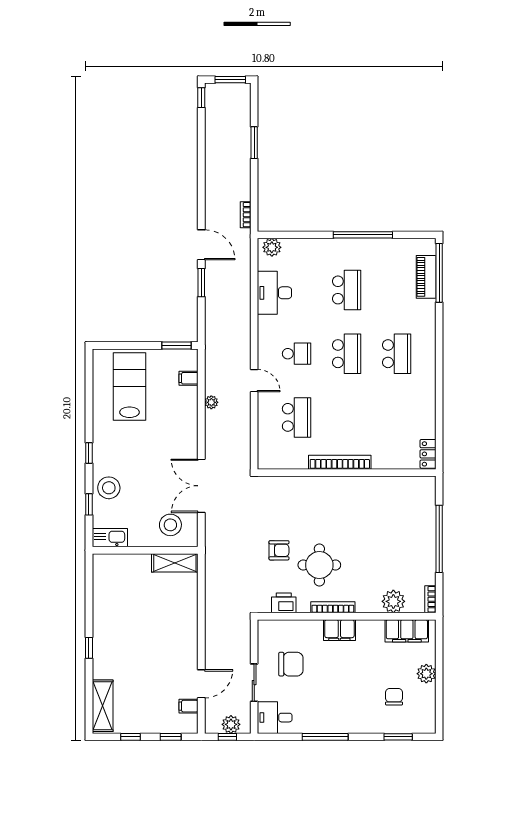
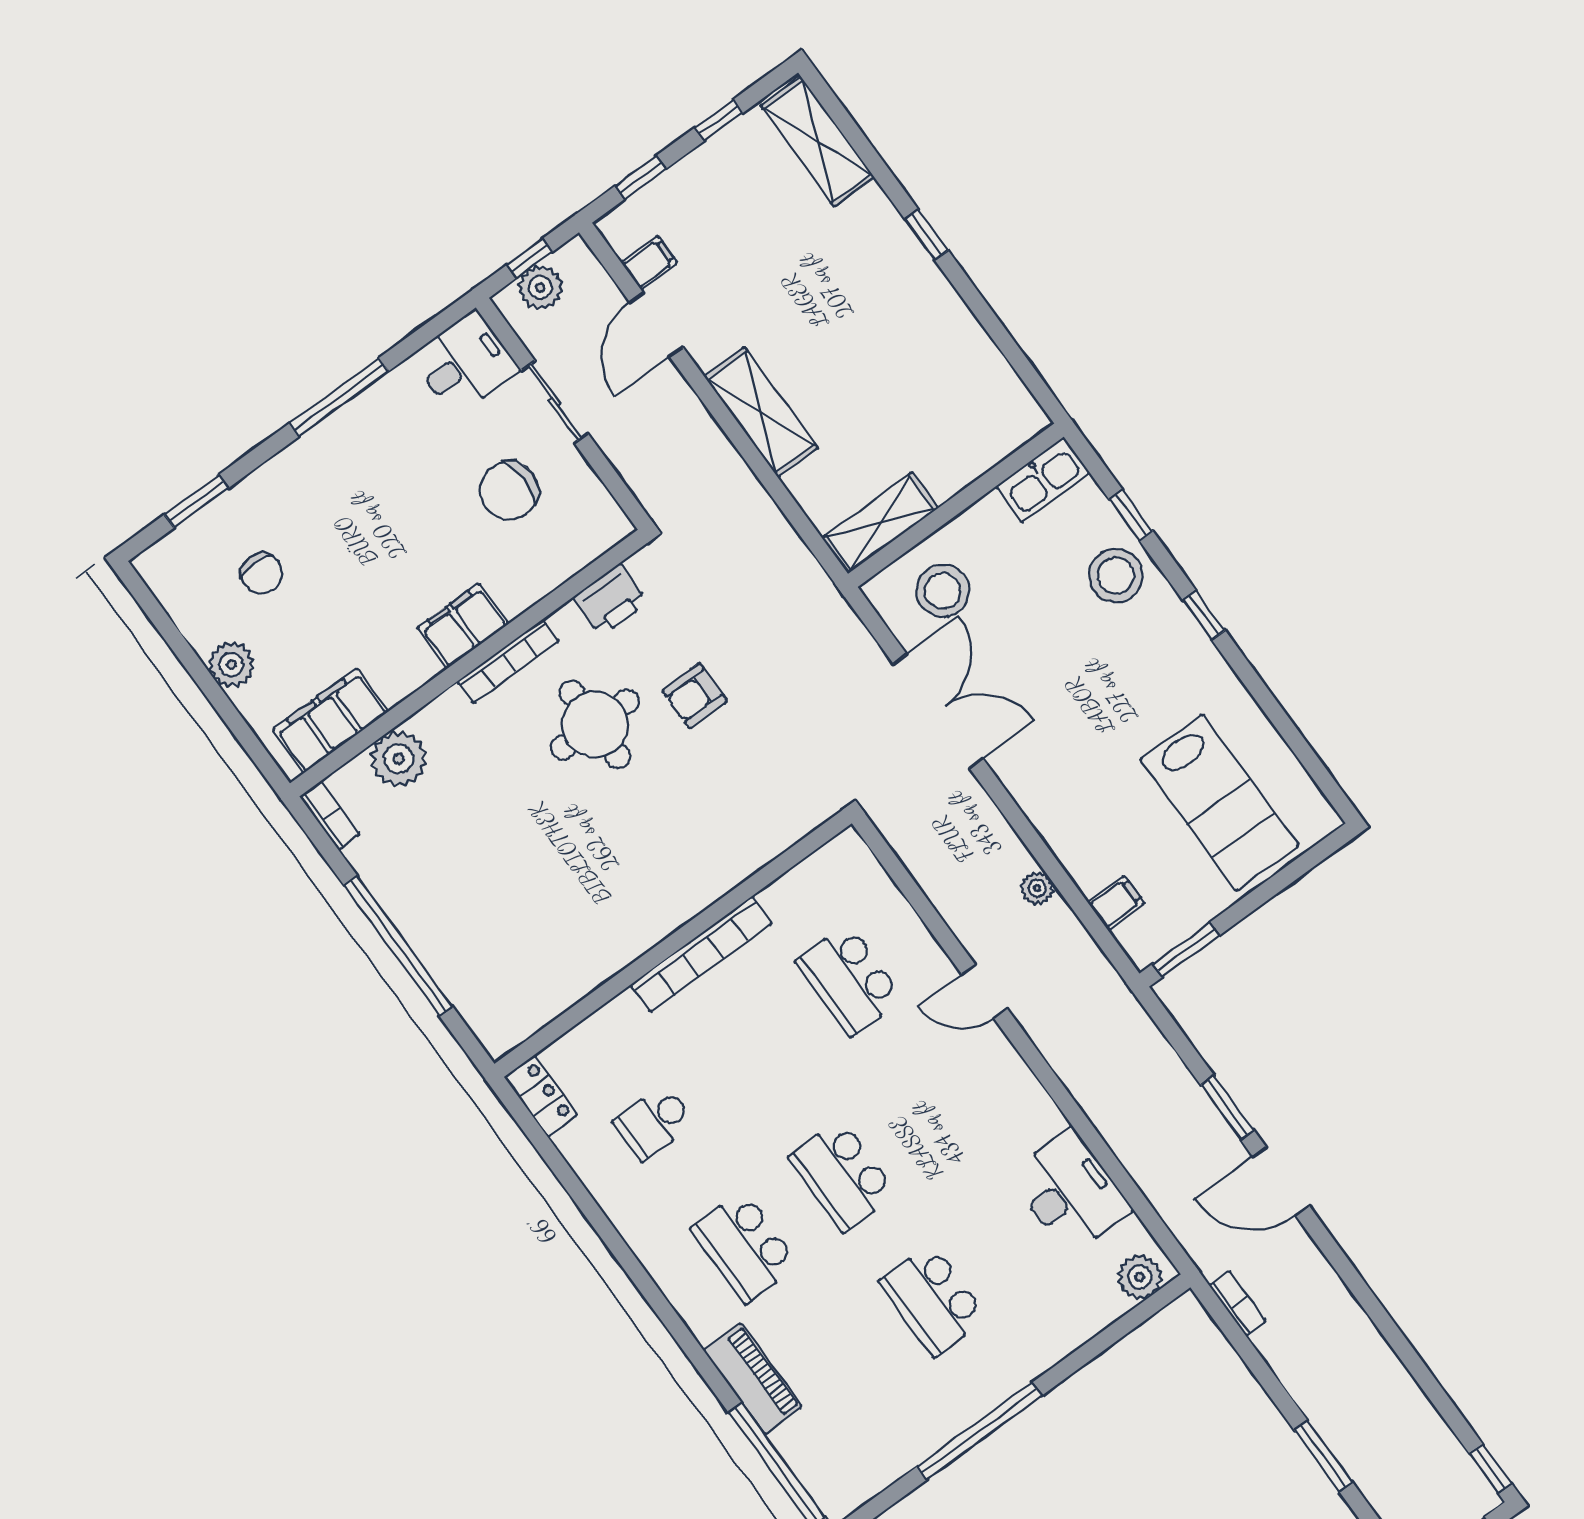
piano: (426, 277) -> (753, 1379), moved
school desk: (297, 354) -> (654, 1122), moved
shelving: (188, 629) -> (761, 412), added

